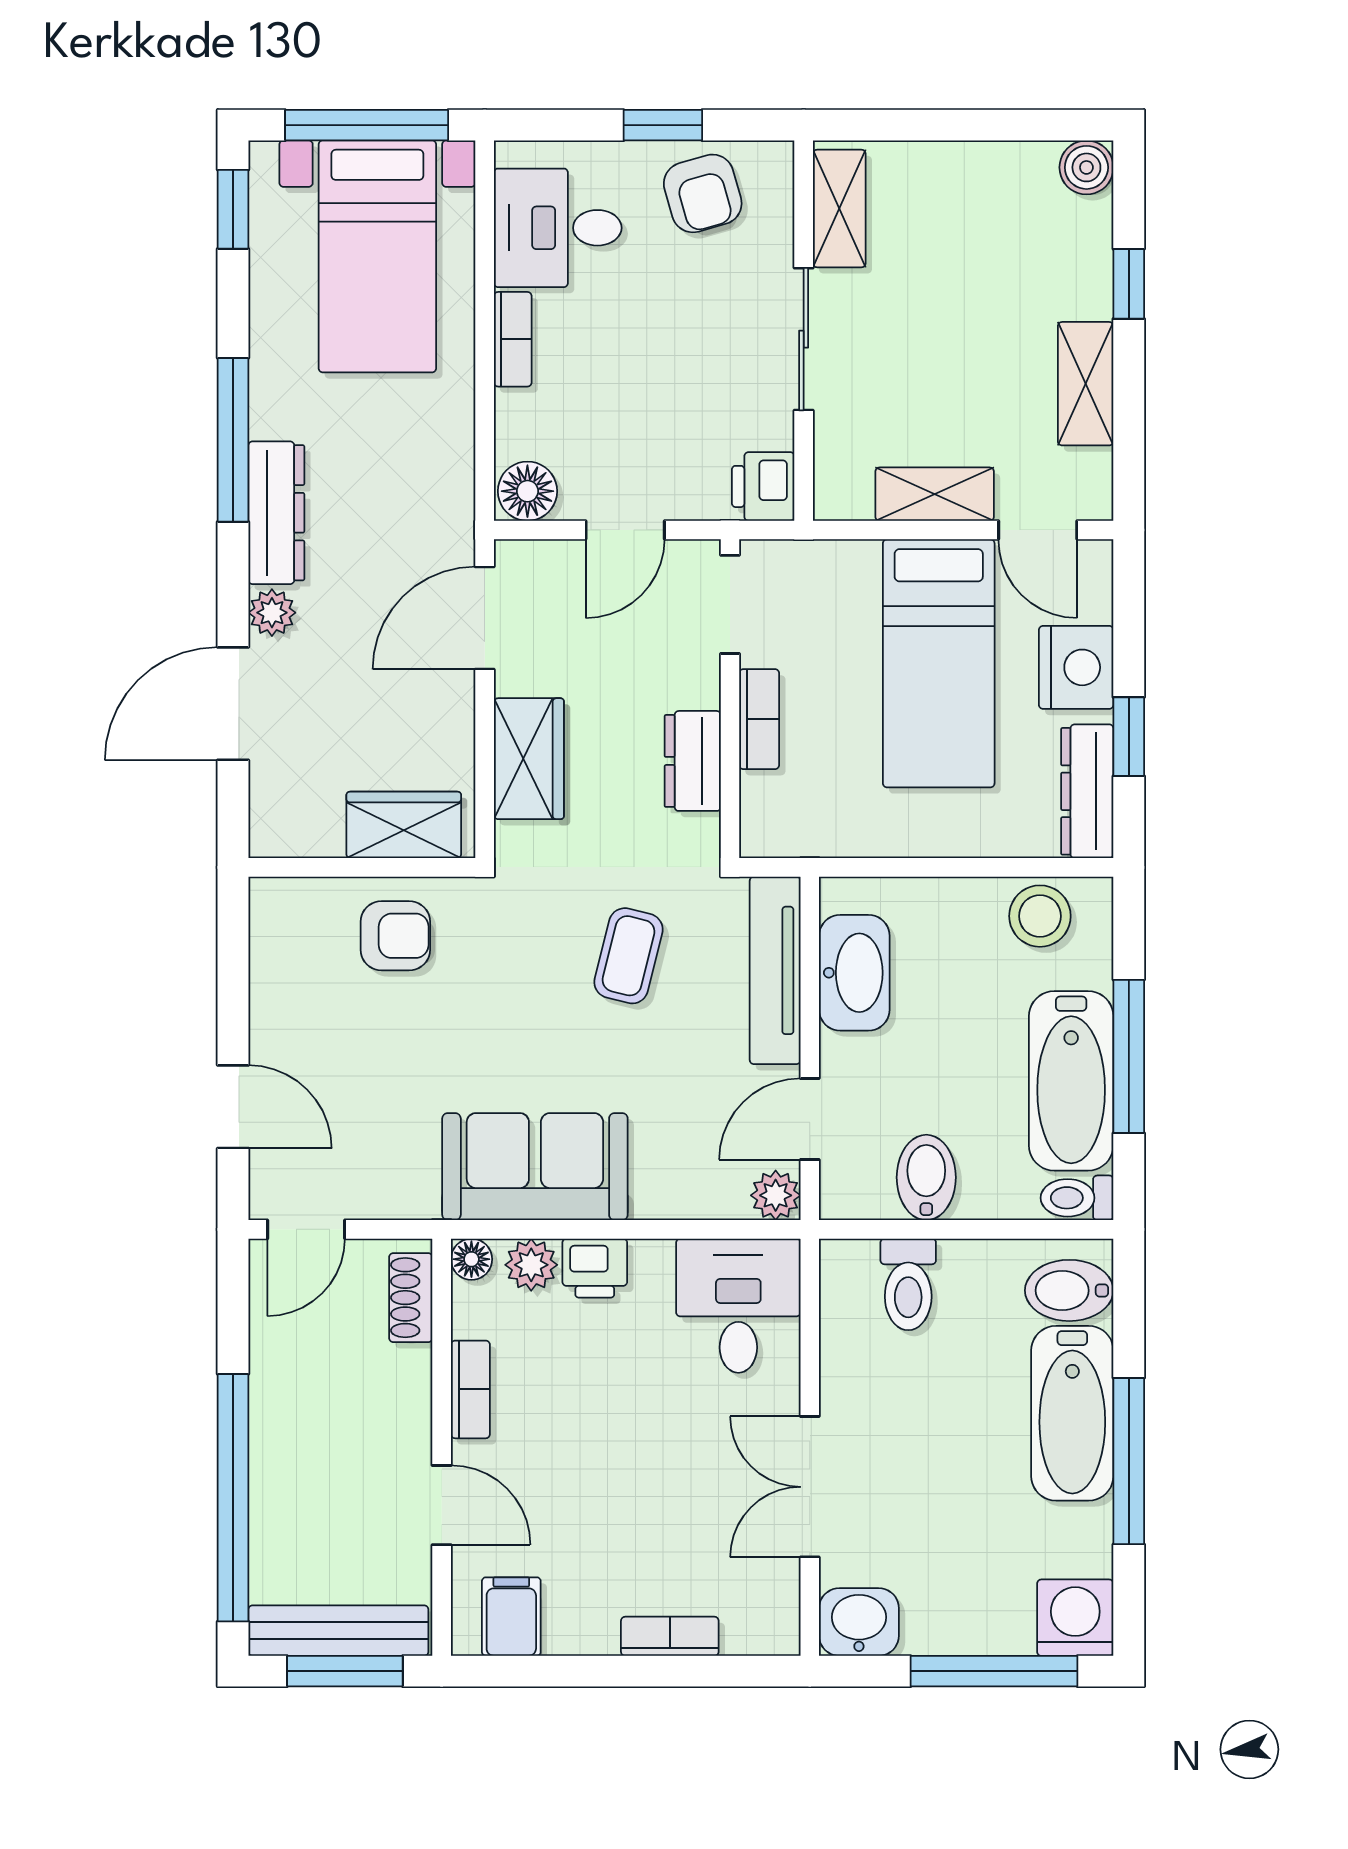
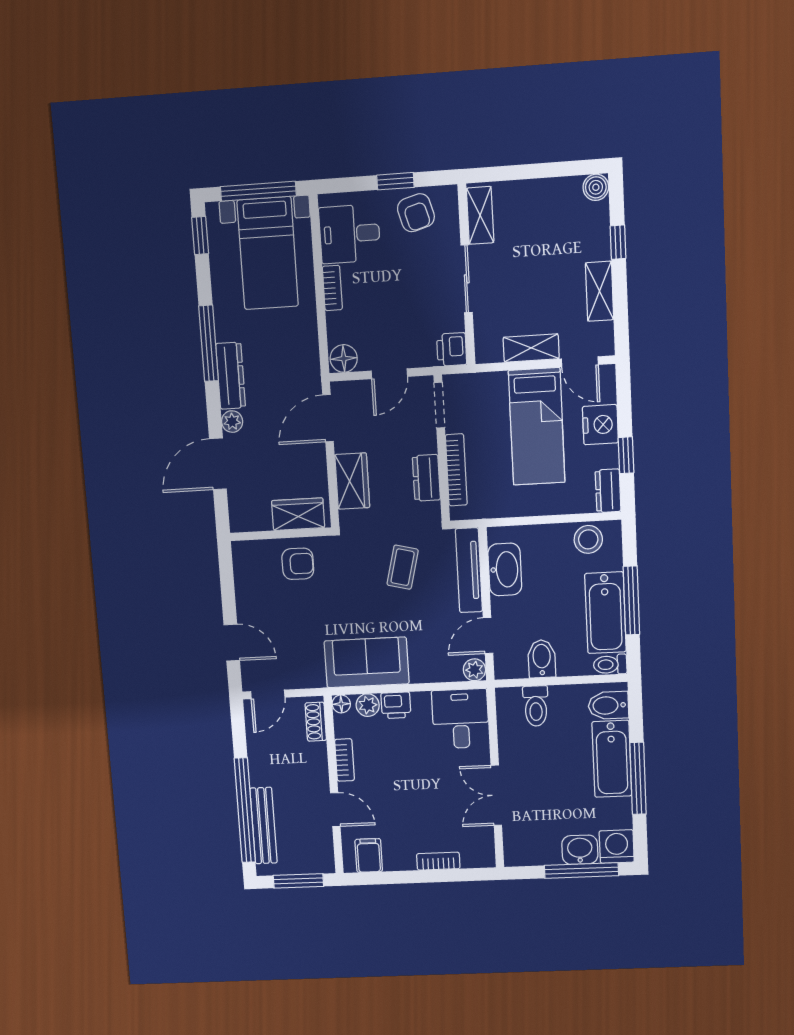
bookcase: (759, 719) -> (456, 470), width x1.56
dresser: (1087, 791) -> (608, 491), width x0.70
washbasin: (859, 1622) -> (580, 850), moved
bench: (338, 1631) -> (263, 826), moved, turned 90

